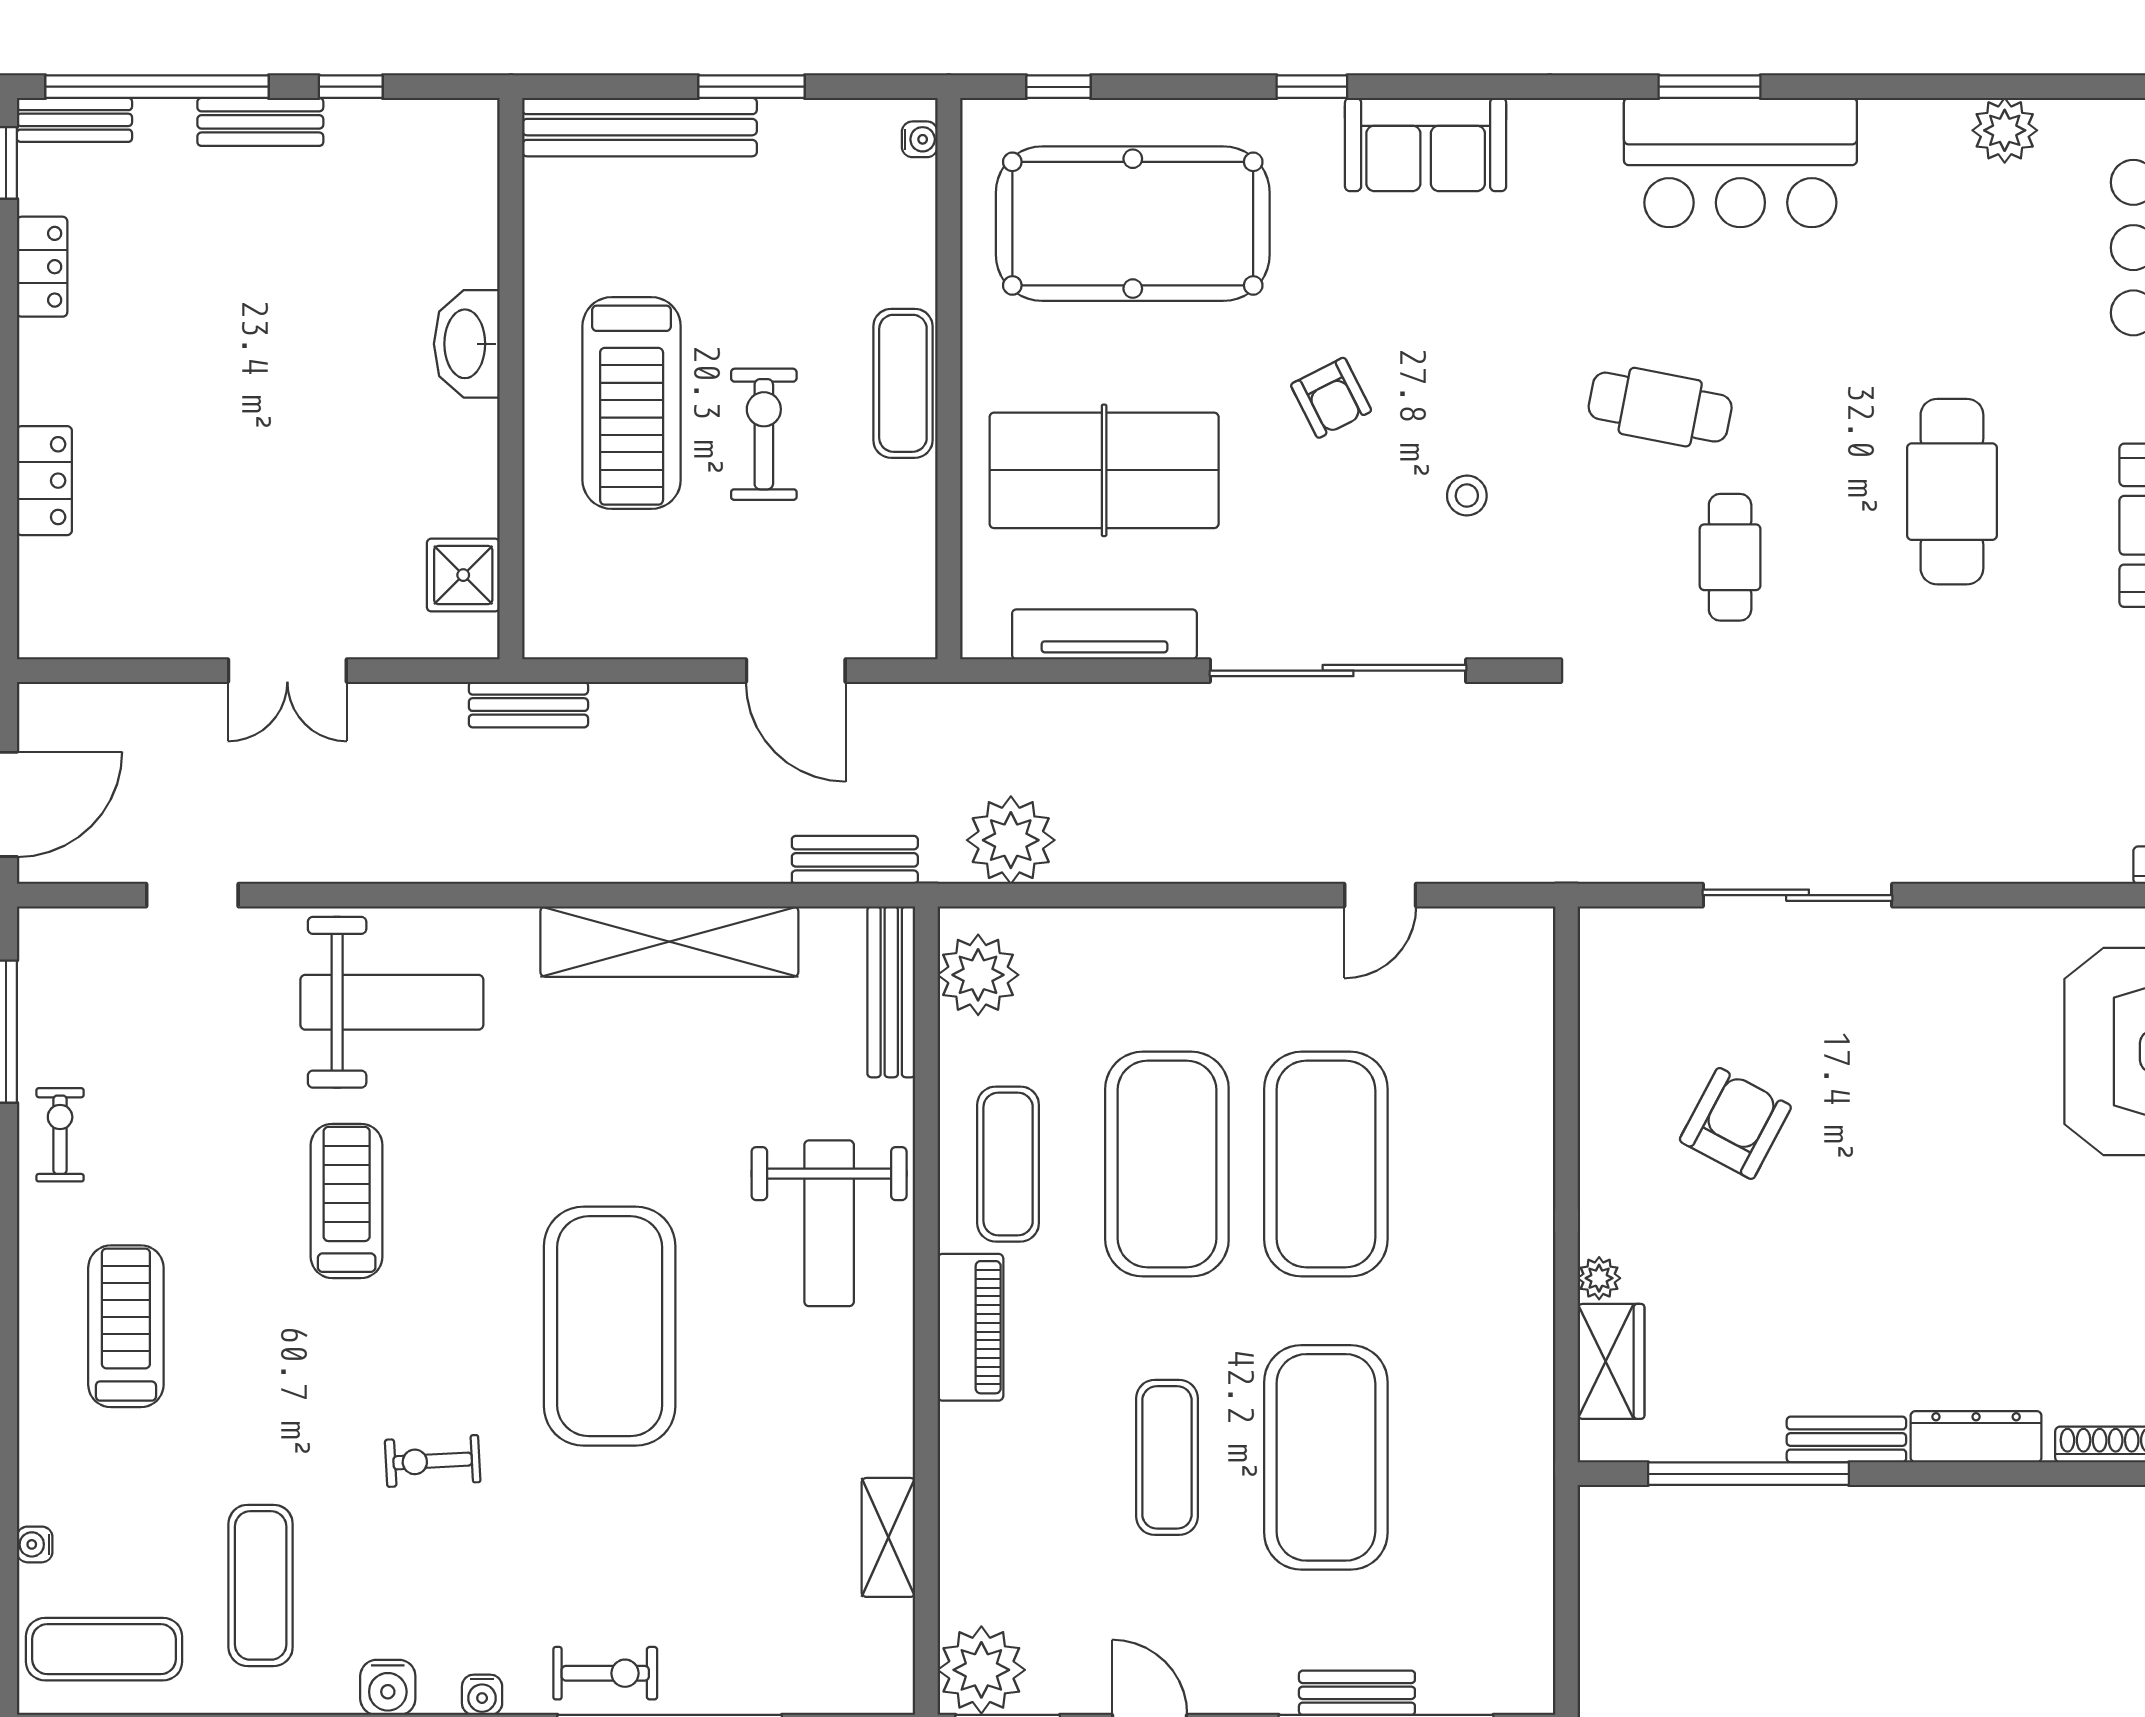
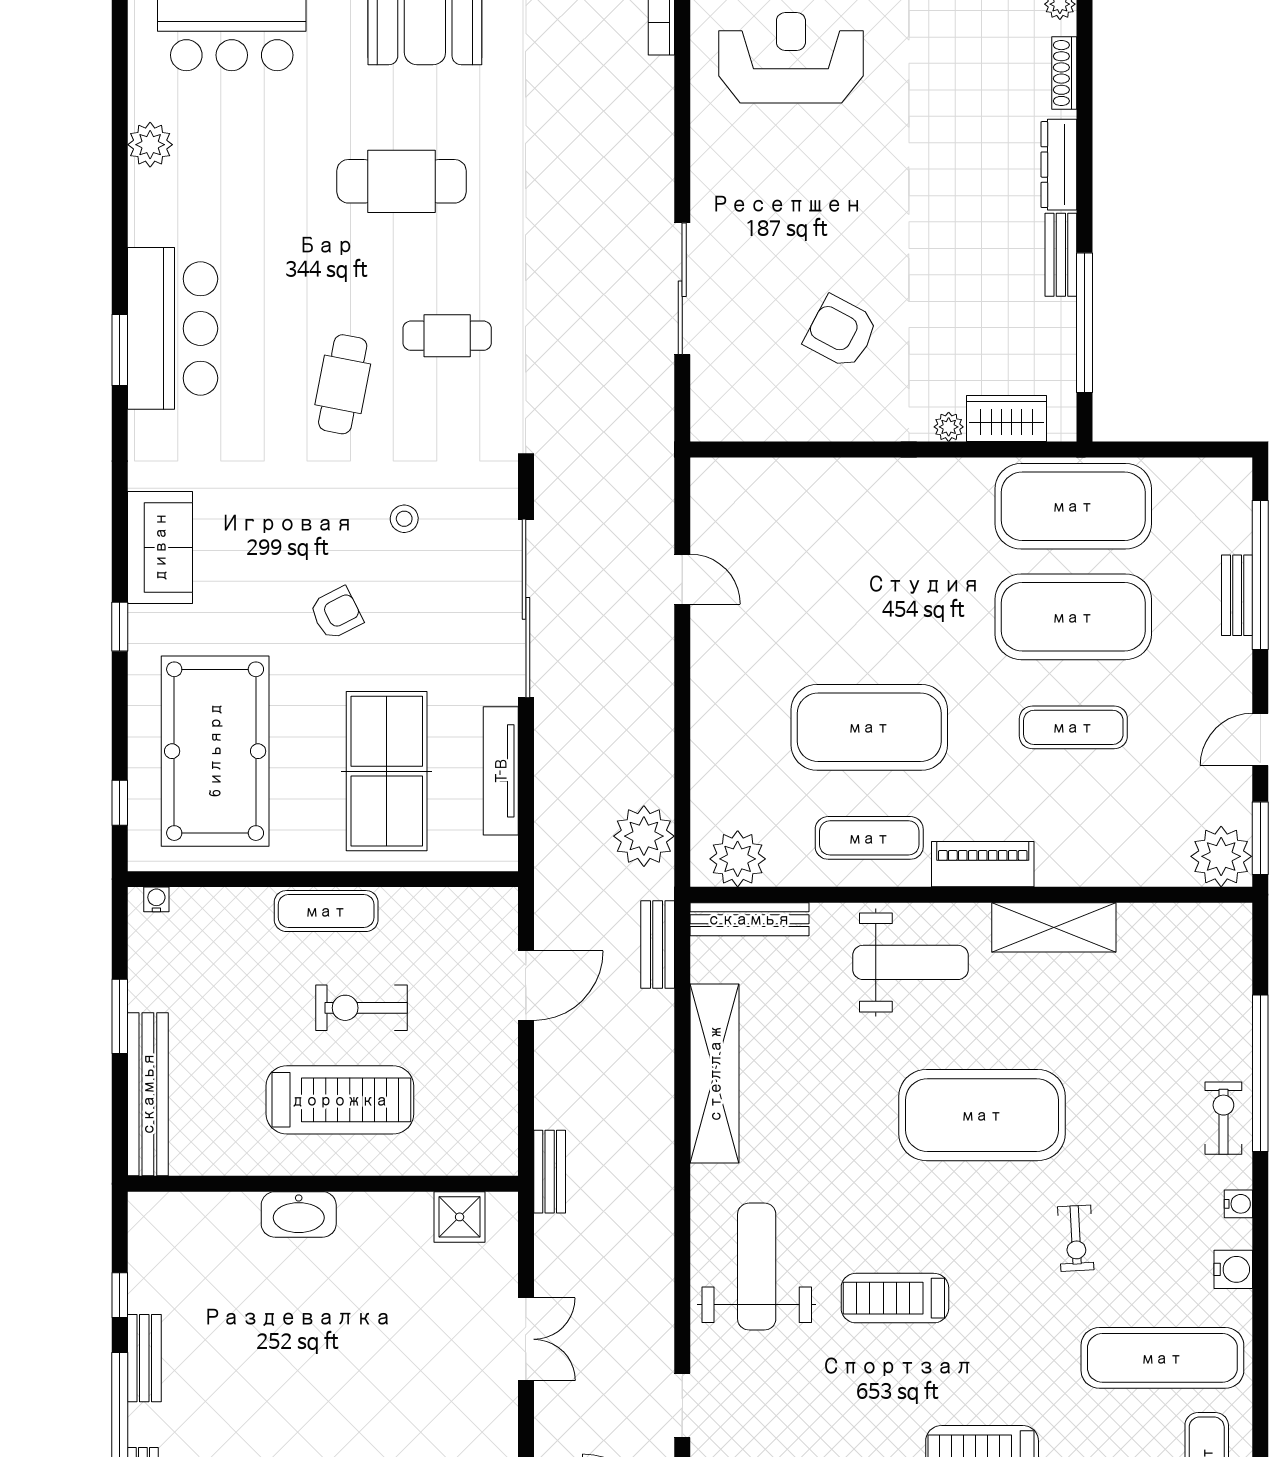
exercise mat: (1326, 1164) -> (1073, 506), moved
shelving: (888, 1537) -> (1054, 927), moved, width x1.50, depth x1.33
exercise mat: (261, 1585) -> (1162, 1358), width x1.36, depth x1.45

